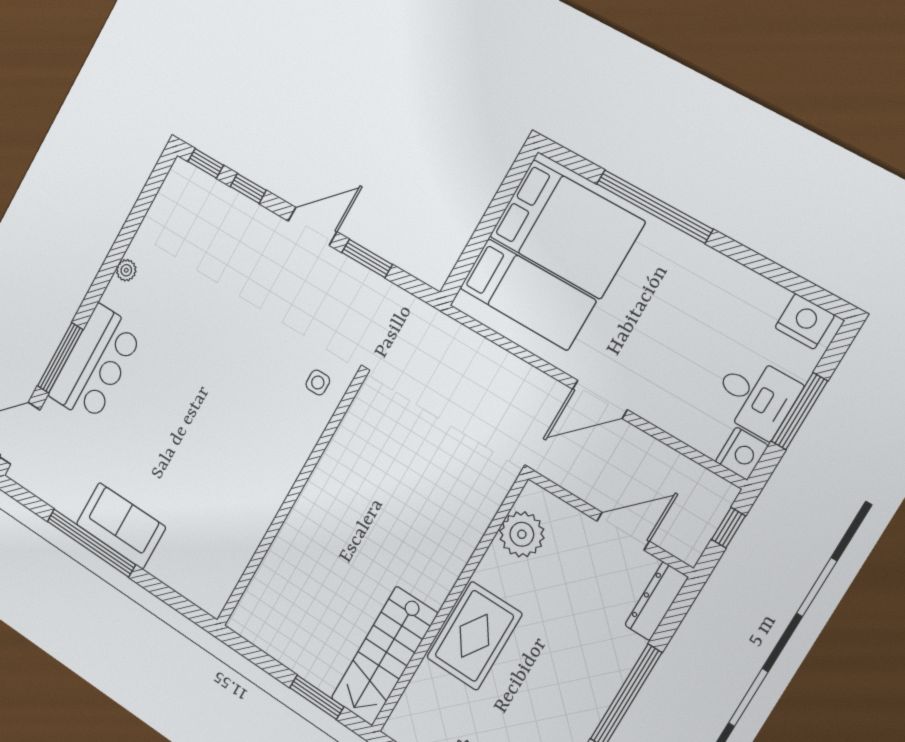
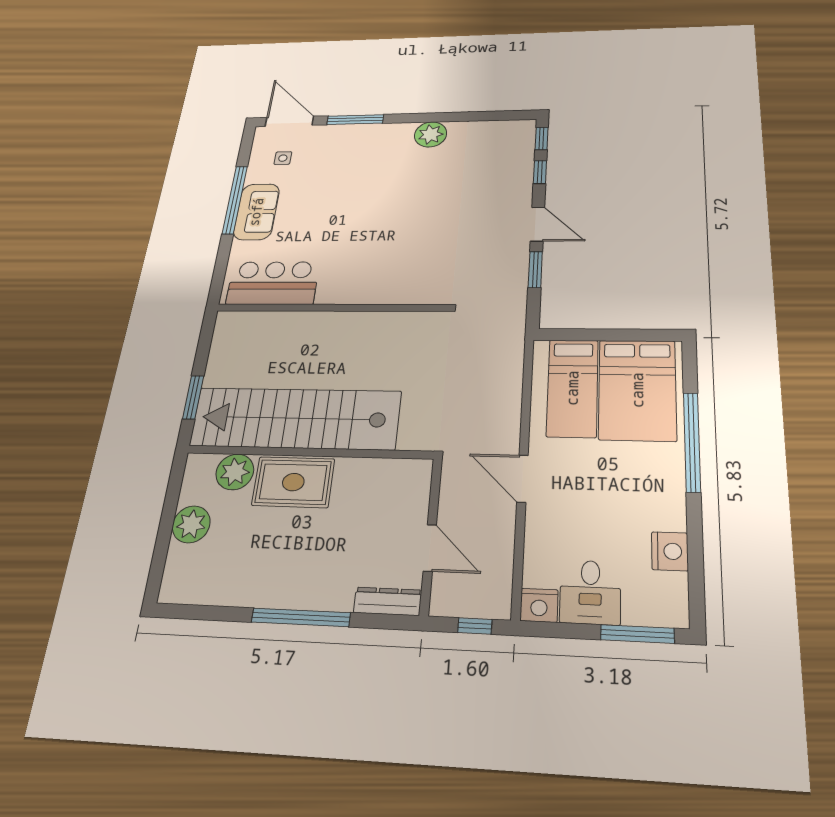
plant: (126, 270) -> (431, 134), width x1.88, depth x1.88
nightstand: (805, 321) -> (670, 551), moved
bar counter: (96, 364) -> (273, 283), moved, turned 180
side table: (318, 383) -> (283, 158), moved
window: (799, 411) -> (637, 634), moved
plant: (522, 534) -> (235, 472), moved
stairs: (384, 656) -> (295, 418), width x1.86, depth x1.51

